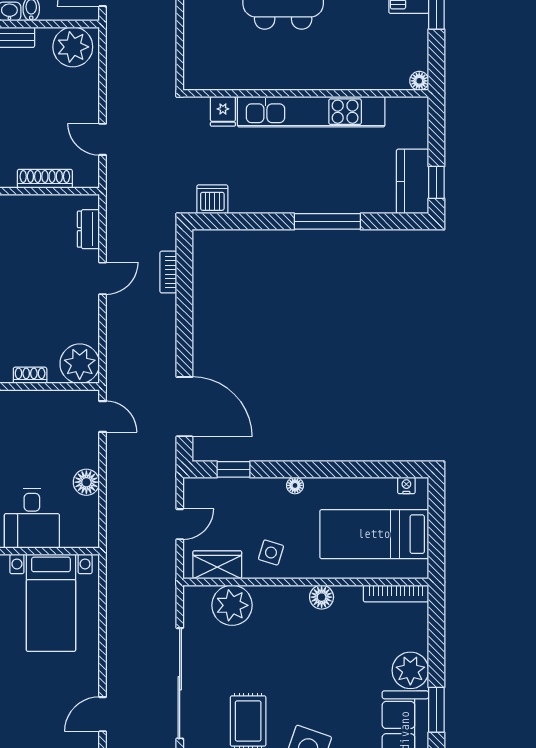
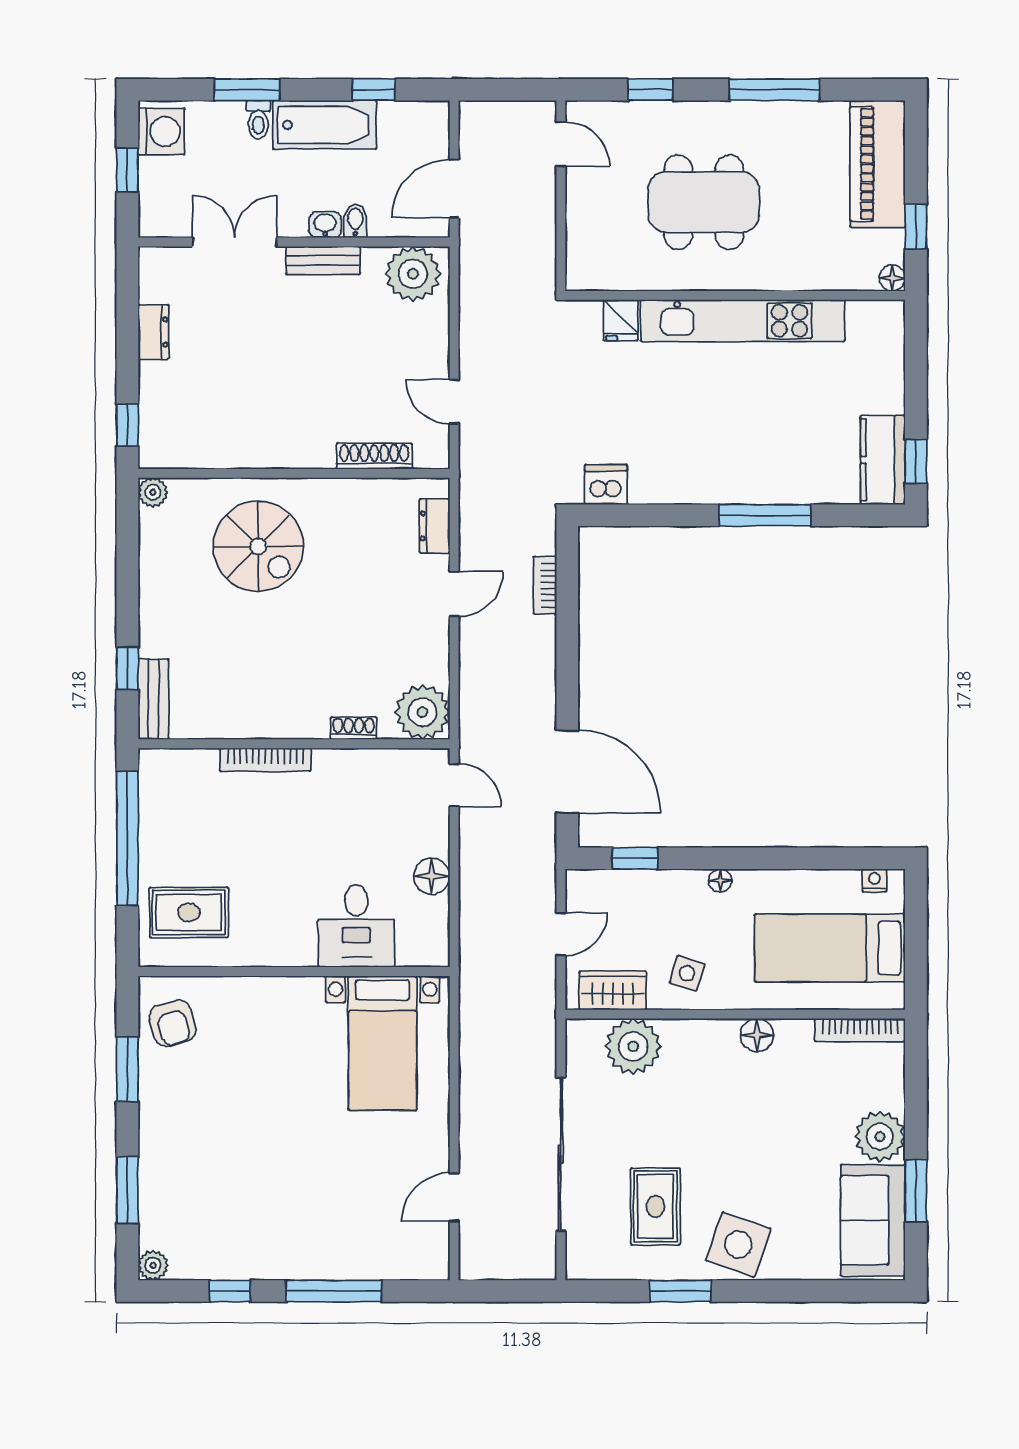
floor lamp: (419, 81) -> (892, 278), moved
wall: (306, 93) -> (735, 295), moved
fridge: (223, 111) -> (621, 320), moved
kitchen unit: (311, 112) -> (743, 321), moved

